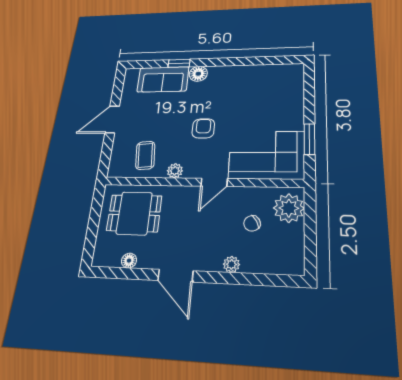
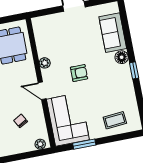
window: (179, 63) -> (134, 70), moved
coffee table: (145, 155) -> (115, 120), moved
plant: (289, 208) -> (40, 144), width x0.53, depth x0.53

